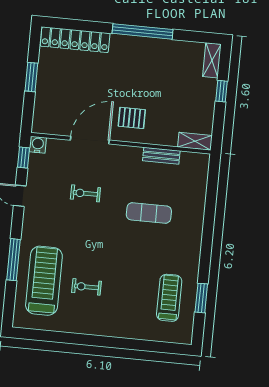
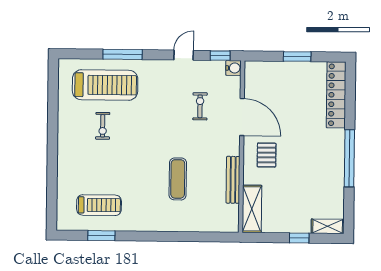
shelving: (195, 141) -> (252, 209), width x1.50, depth x1.33
bench: (161, 156) -> (233, 180), width x1.36
exercise bike: (85, 193) -> (200, 106), moved
exercise bike: (87, 287) -> (103, 126), turned 180

